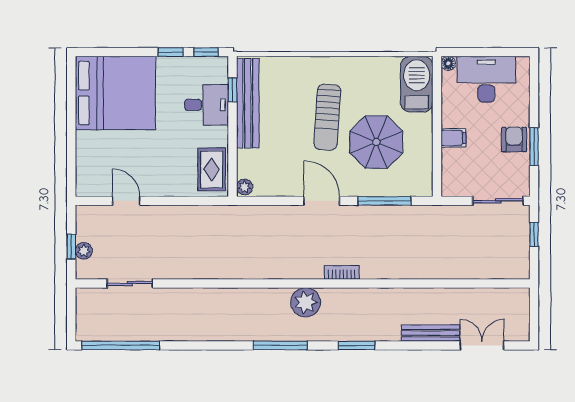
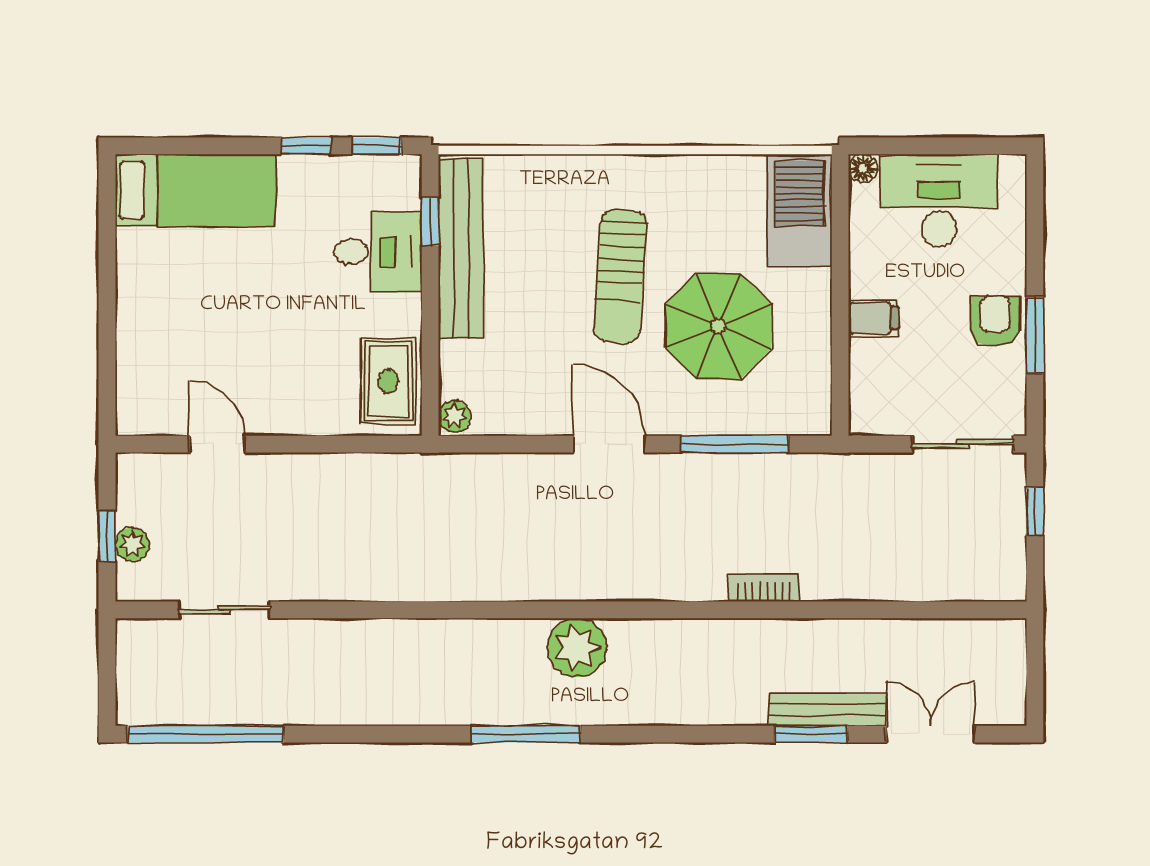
bed: (115, 93) -> (196, 190), width x0.49
bookcase: (342, 272) -> (764, 588), moved
window: (356, 345) -> (811, 734), moved

